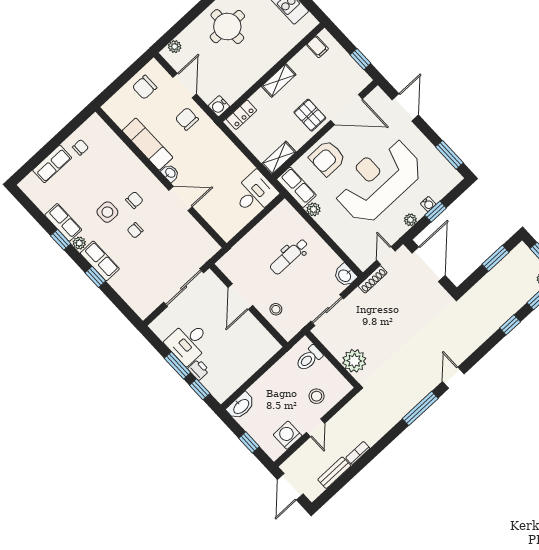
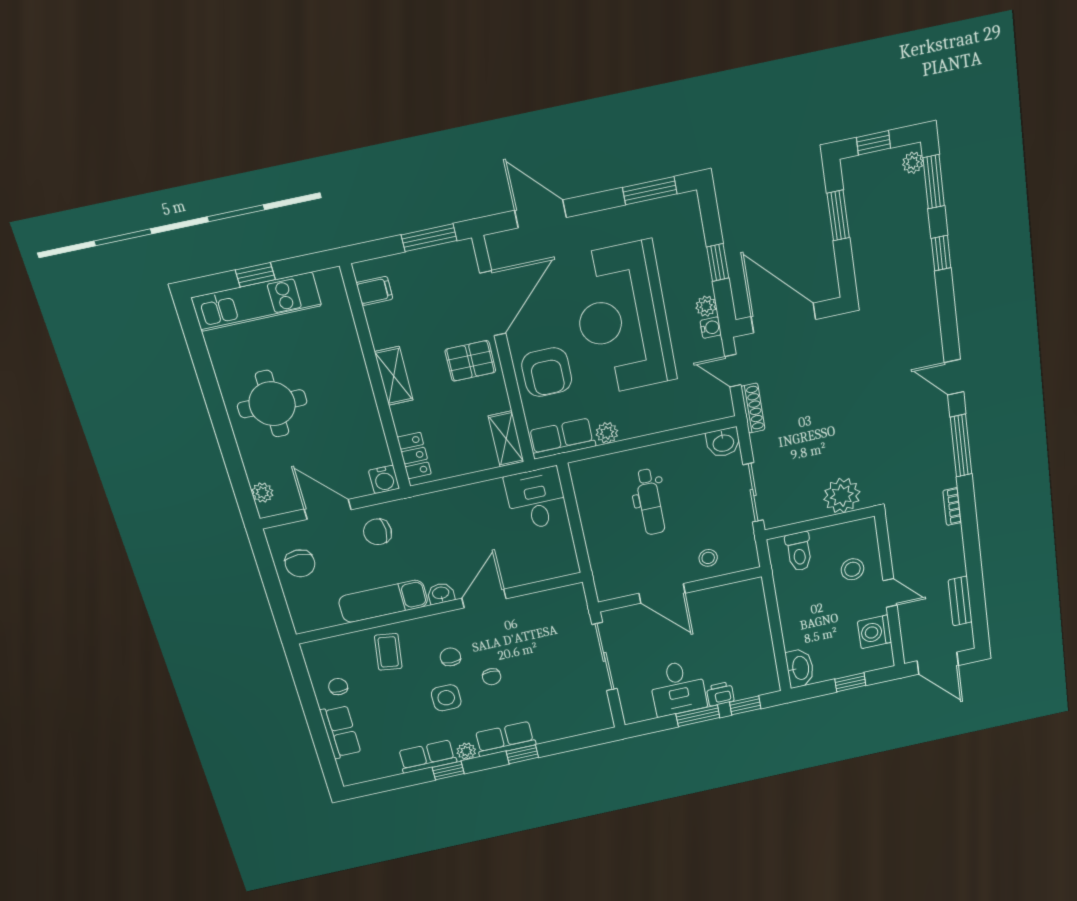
window: (360, 59) -> (429, 238), width x1.50
coffee table: (118, 164) -> (388, 652), added
water cooler: (428, 204) -> (711, 328), moved
bookcase: (358, 453) -> (952, 507), moved

